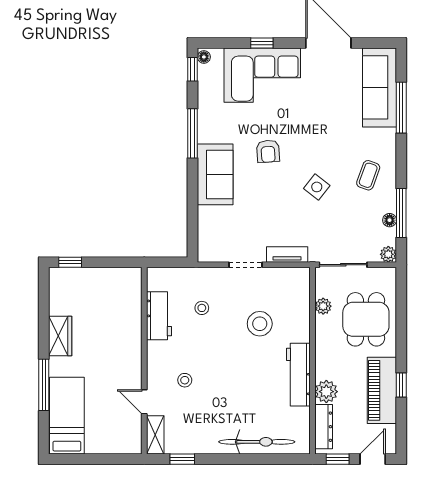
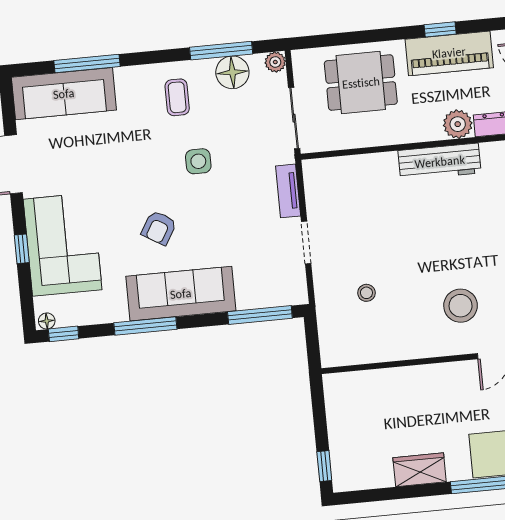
armchair: (268, 151) -> (159, 228), turned 125
sofa: (215, 174) -> (181, 294), width x1.36
coffee table: (368, 175) -> (177, 97), turned 70
side table: (317, 187) -> (198, 161), turned -38
floor lamp: (390, 220) -> (232, 72), width x1.89, depth x1.89
window: (193, 223) -> (260, 315), added
plant: (323, 306) -> (349, 139), removed
workbench: (159, 316) -> (382, 346), removed
stool: (260, 324) -> (379, 217), removed
stool: (185, 380) -> (461, 306), width x1.89, depth x1.89

